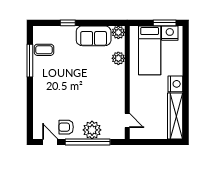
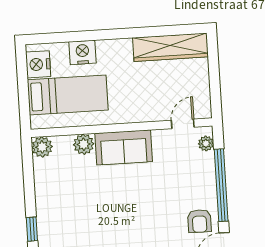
window: (165, 23) -> (22, 74), removed
sofa: (94, 36) -> (124, 147), moved, turned 90
nightstand: (175, 84) -> (82, 52), moved
plant: (92, 130) -> (206, 143), moved, width x0.53, depth x0.53

